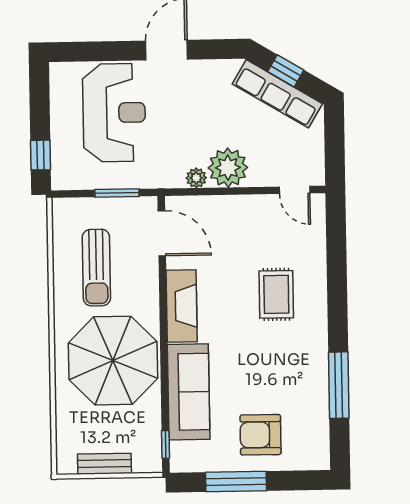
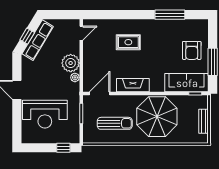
reception desk: (114, 113) -> (45, 114), turned 180
sofa: (189, 392) -> (187, 83), moved

